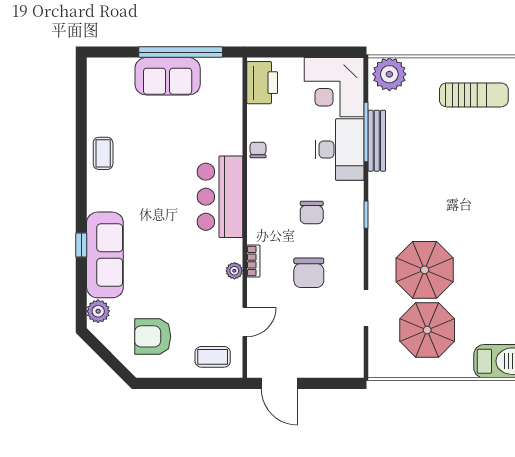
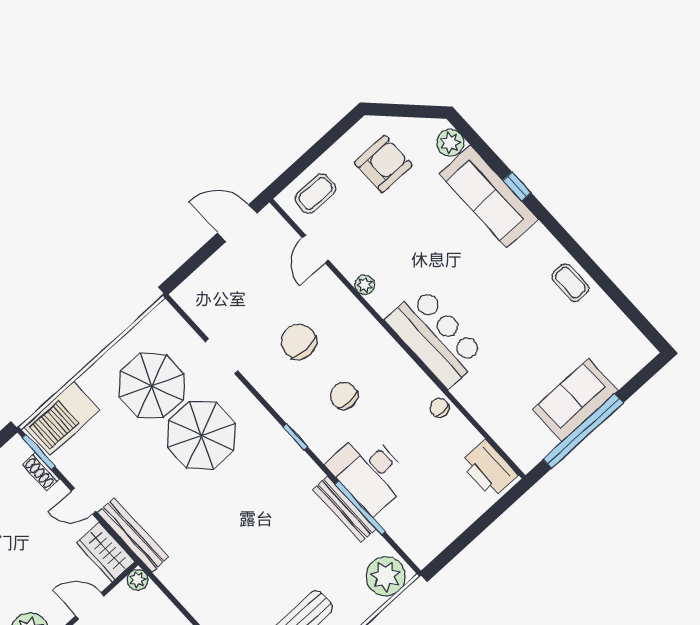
corner desk: (334, 87) -> (423, 522), removed
chair: (258, 150) -> (439, 408), turned 180
bookcase: (253, 261) -> (356, 308), removed

